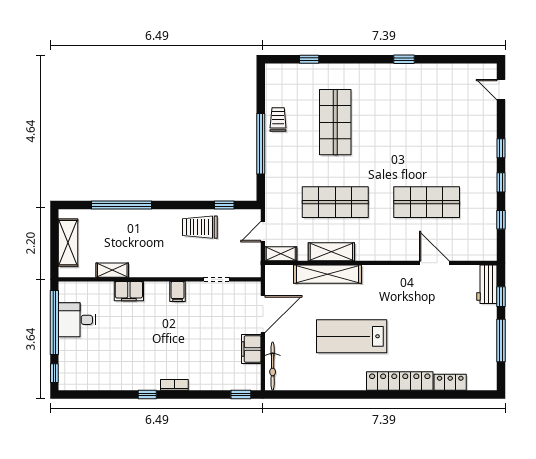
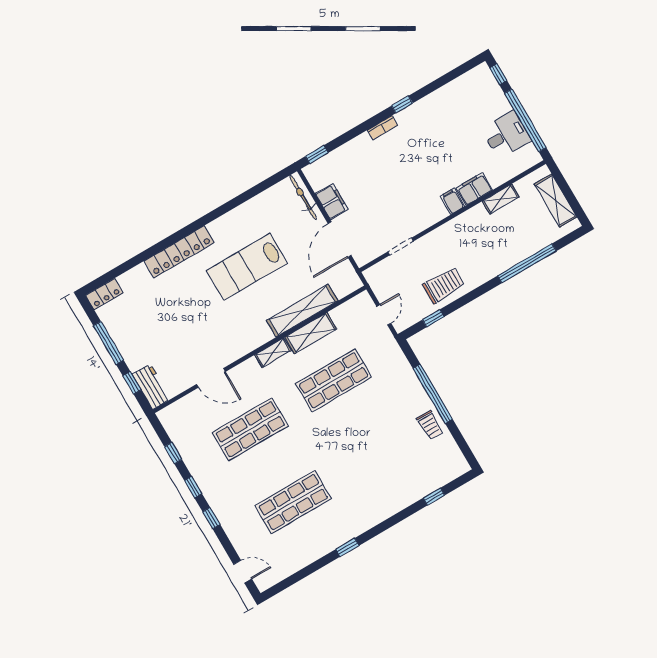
shop shelf: (335, 122) -> (293, 502), moved, turned 90
shelving: (281, 254) -> (273, 353), moved
filing cabinet: (178, 291) -> (453, 201), moved
lab bench: (352, 336) -> (247, 267), turned 180
locker: (450, 382) -> (104, 294), moved

